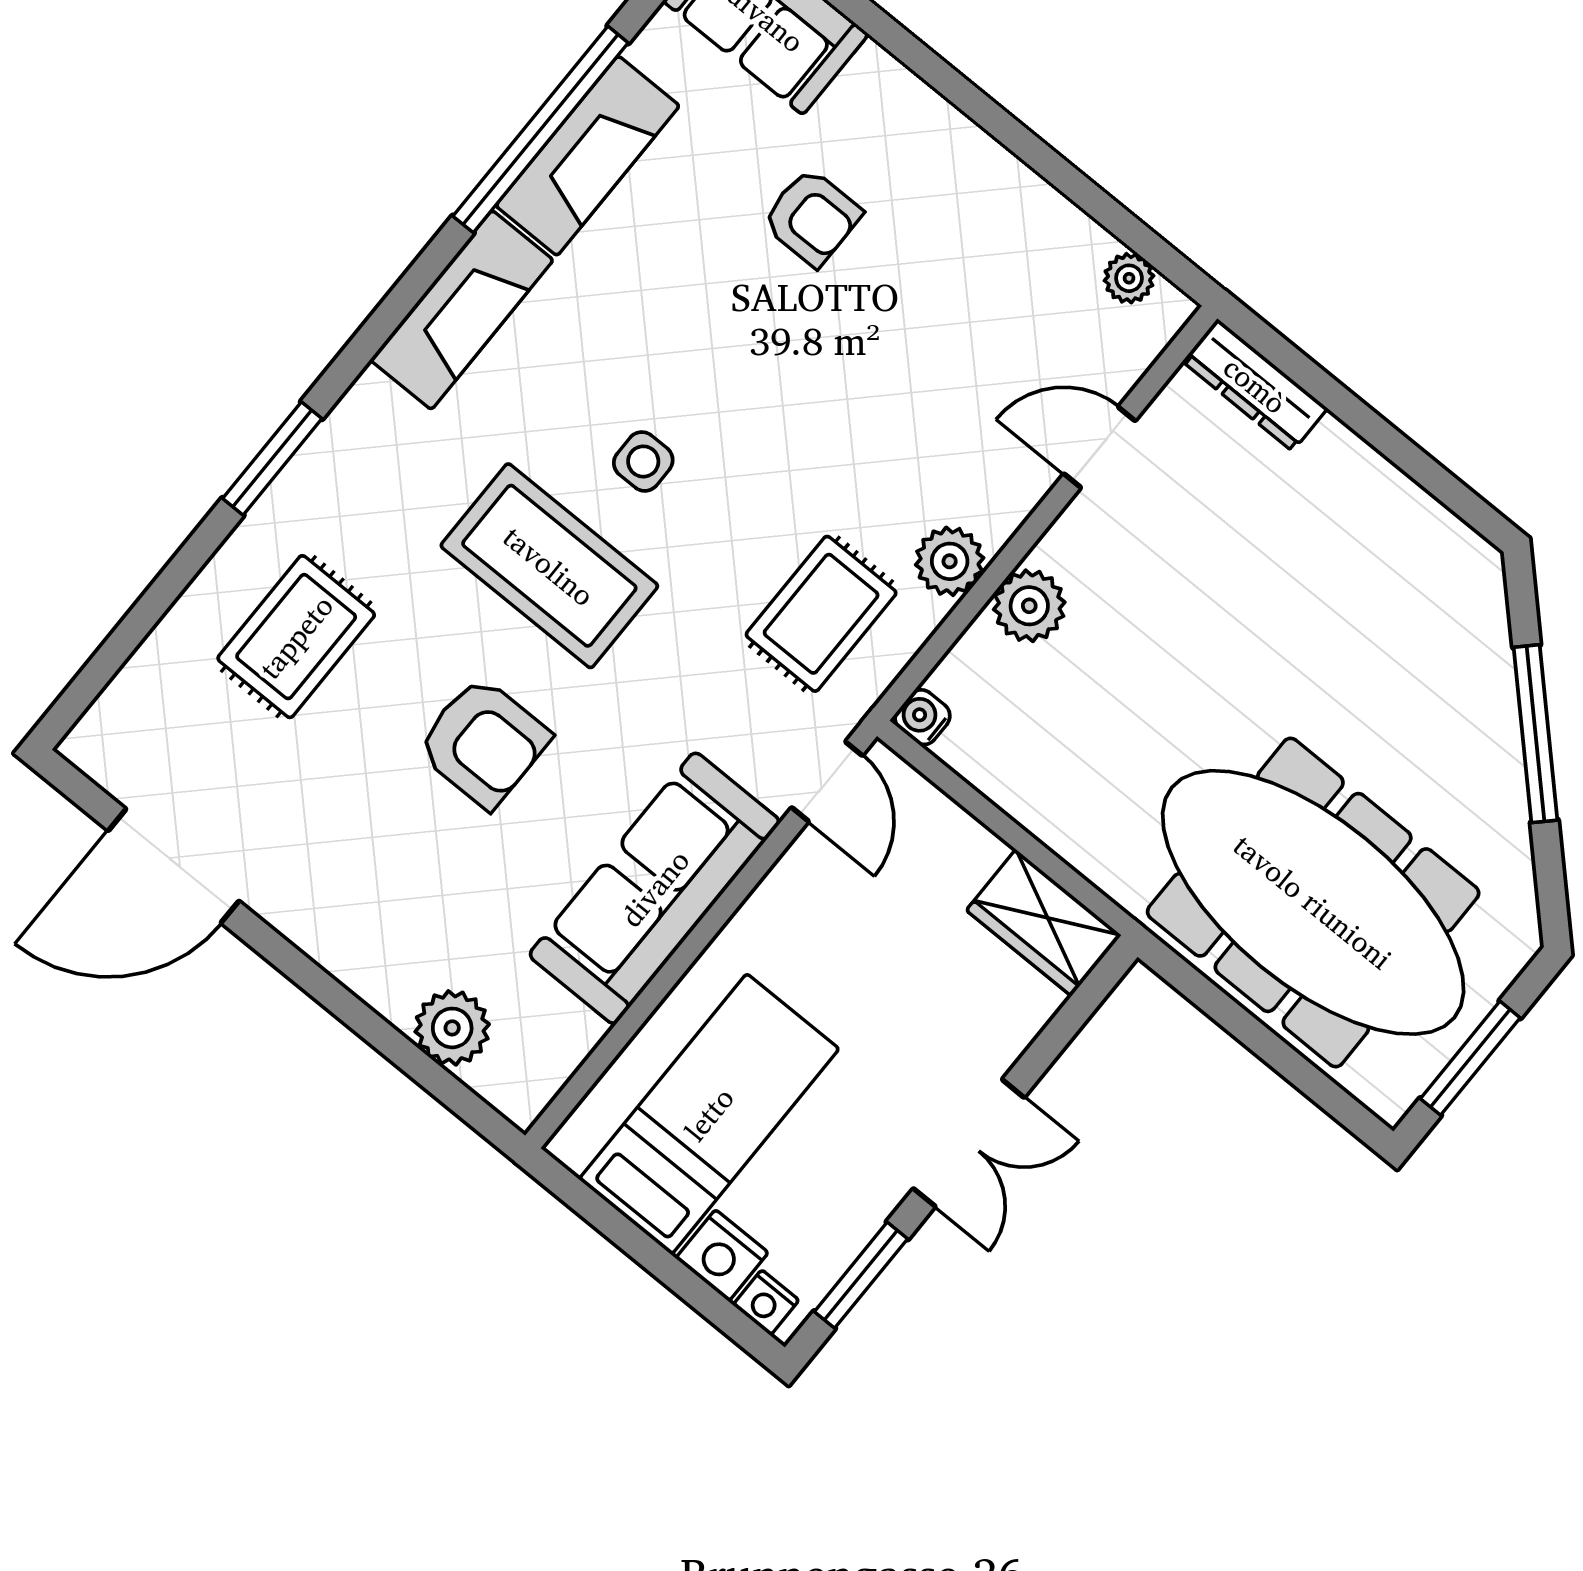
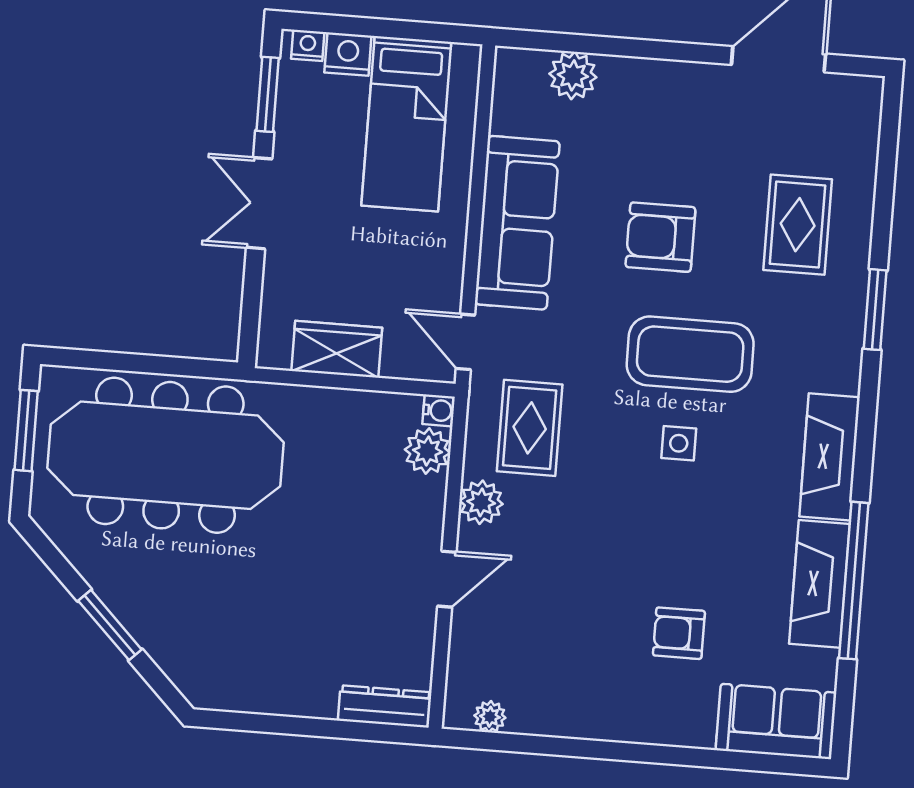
door: (1100, 447) -> (447, 579), moved
plant: (1029, 606) -> (427, 451), moved
window: (1536, 734) -> (110, 625), width x0.69
wardrobe: (1044, 923) -> (337, 349), moved

